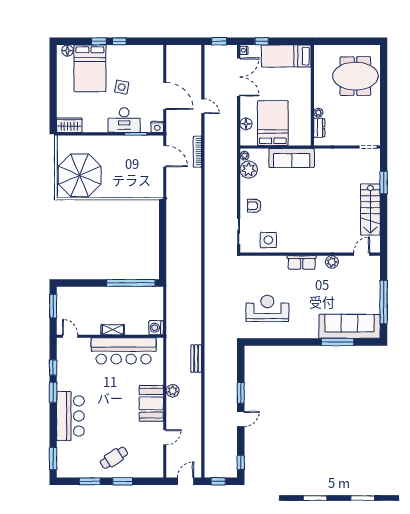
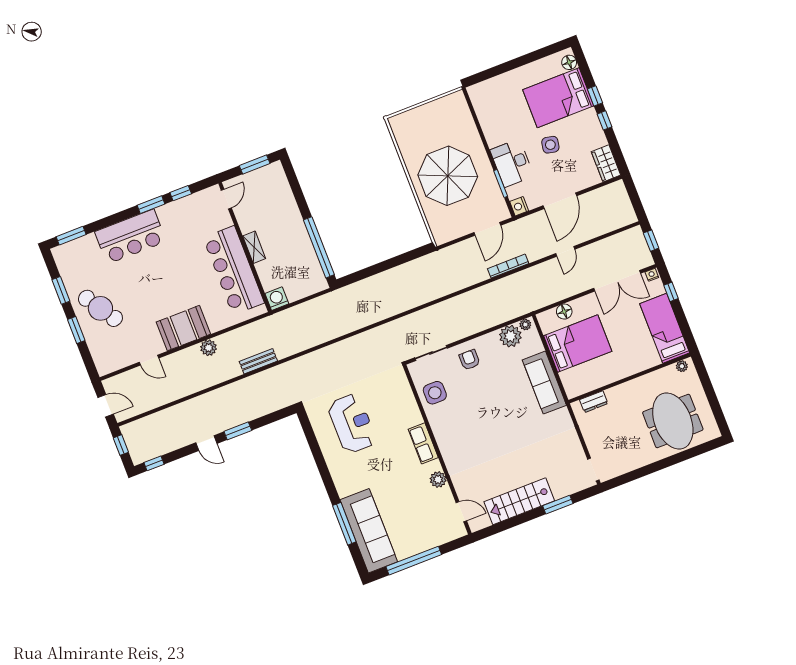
plant: (318, 113) -> (682, 366), moved
wardrobe: (69, 125) -> (606, 163), moved, turned 180
parasol: (80, 175) -> (448, 176), moved
cafe table: (114, 458) -> (100, 308), width x1.37, depth x1.35

